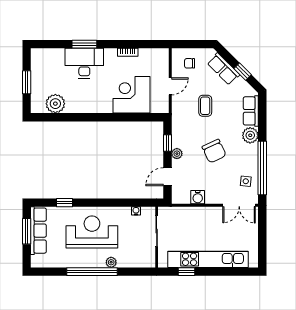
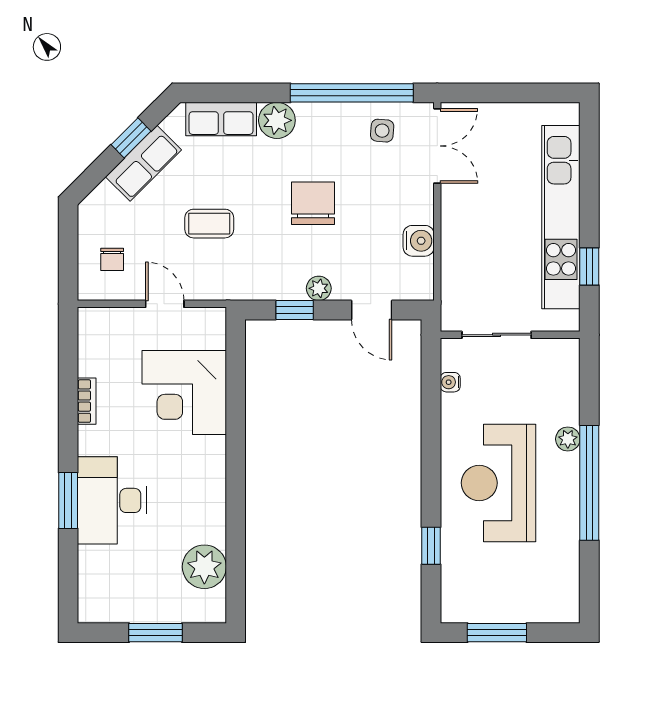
row of seats: (223, 69) -> (143, 163), moved
chair: (214, 151) -> (313, 203), turned -65
row of seats: (38, 231) -> (495, 606), removed

